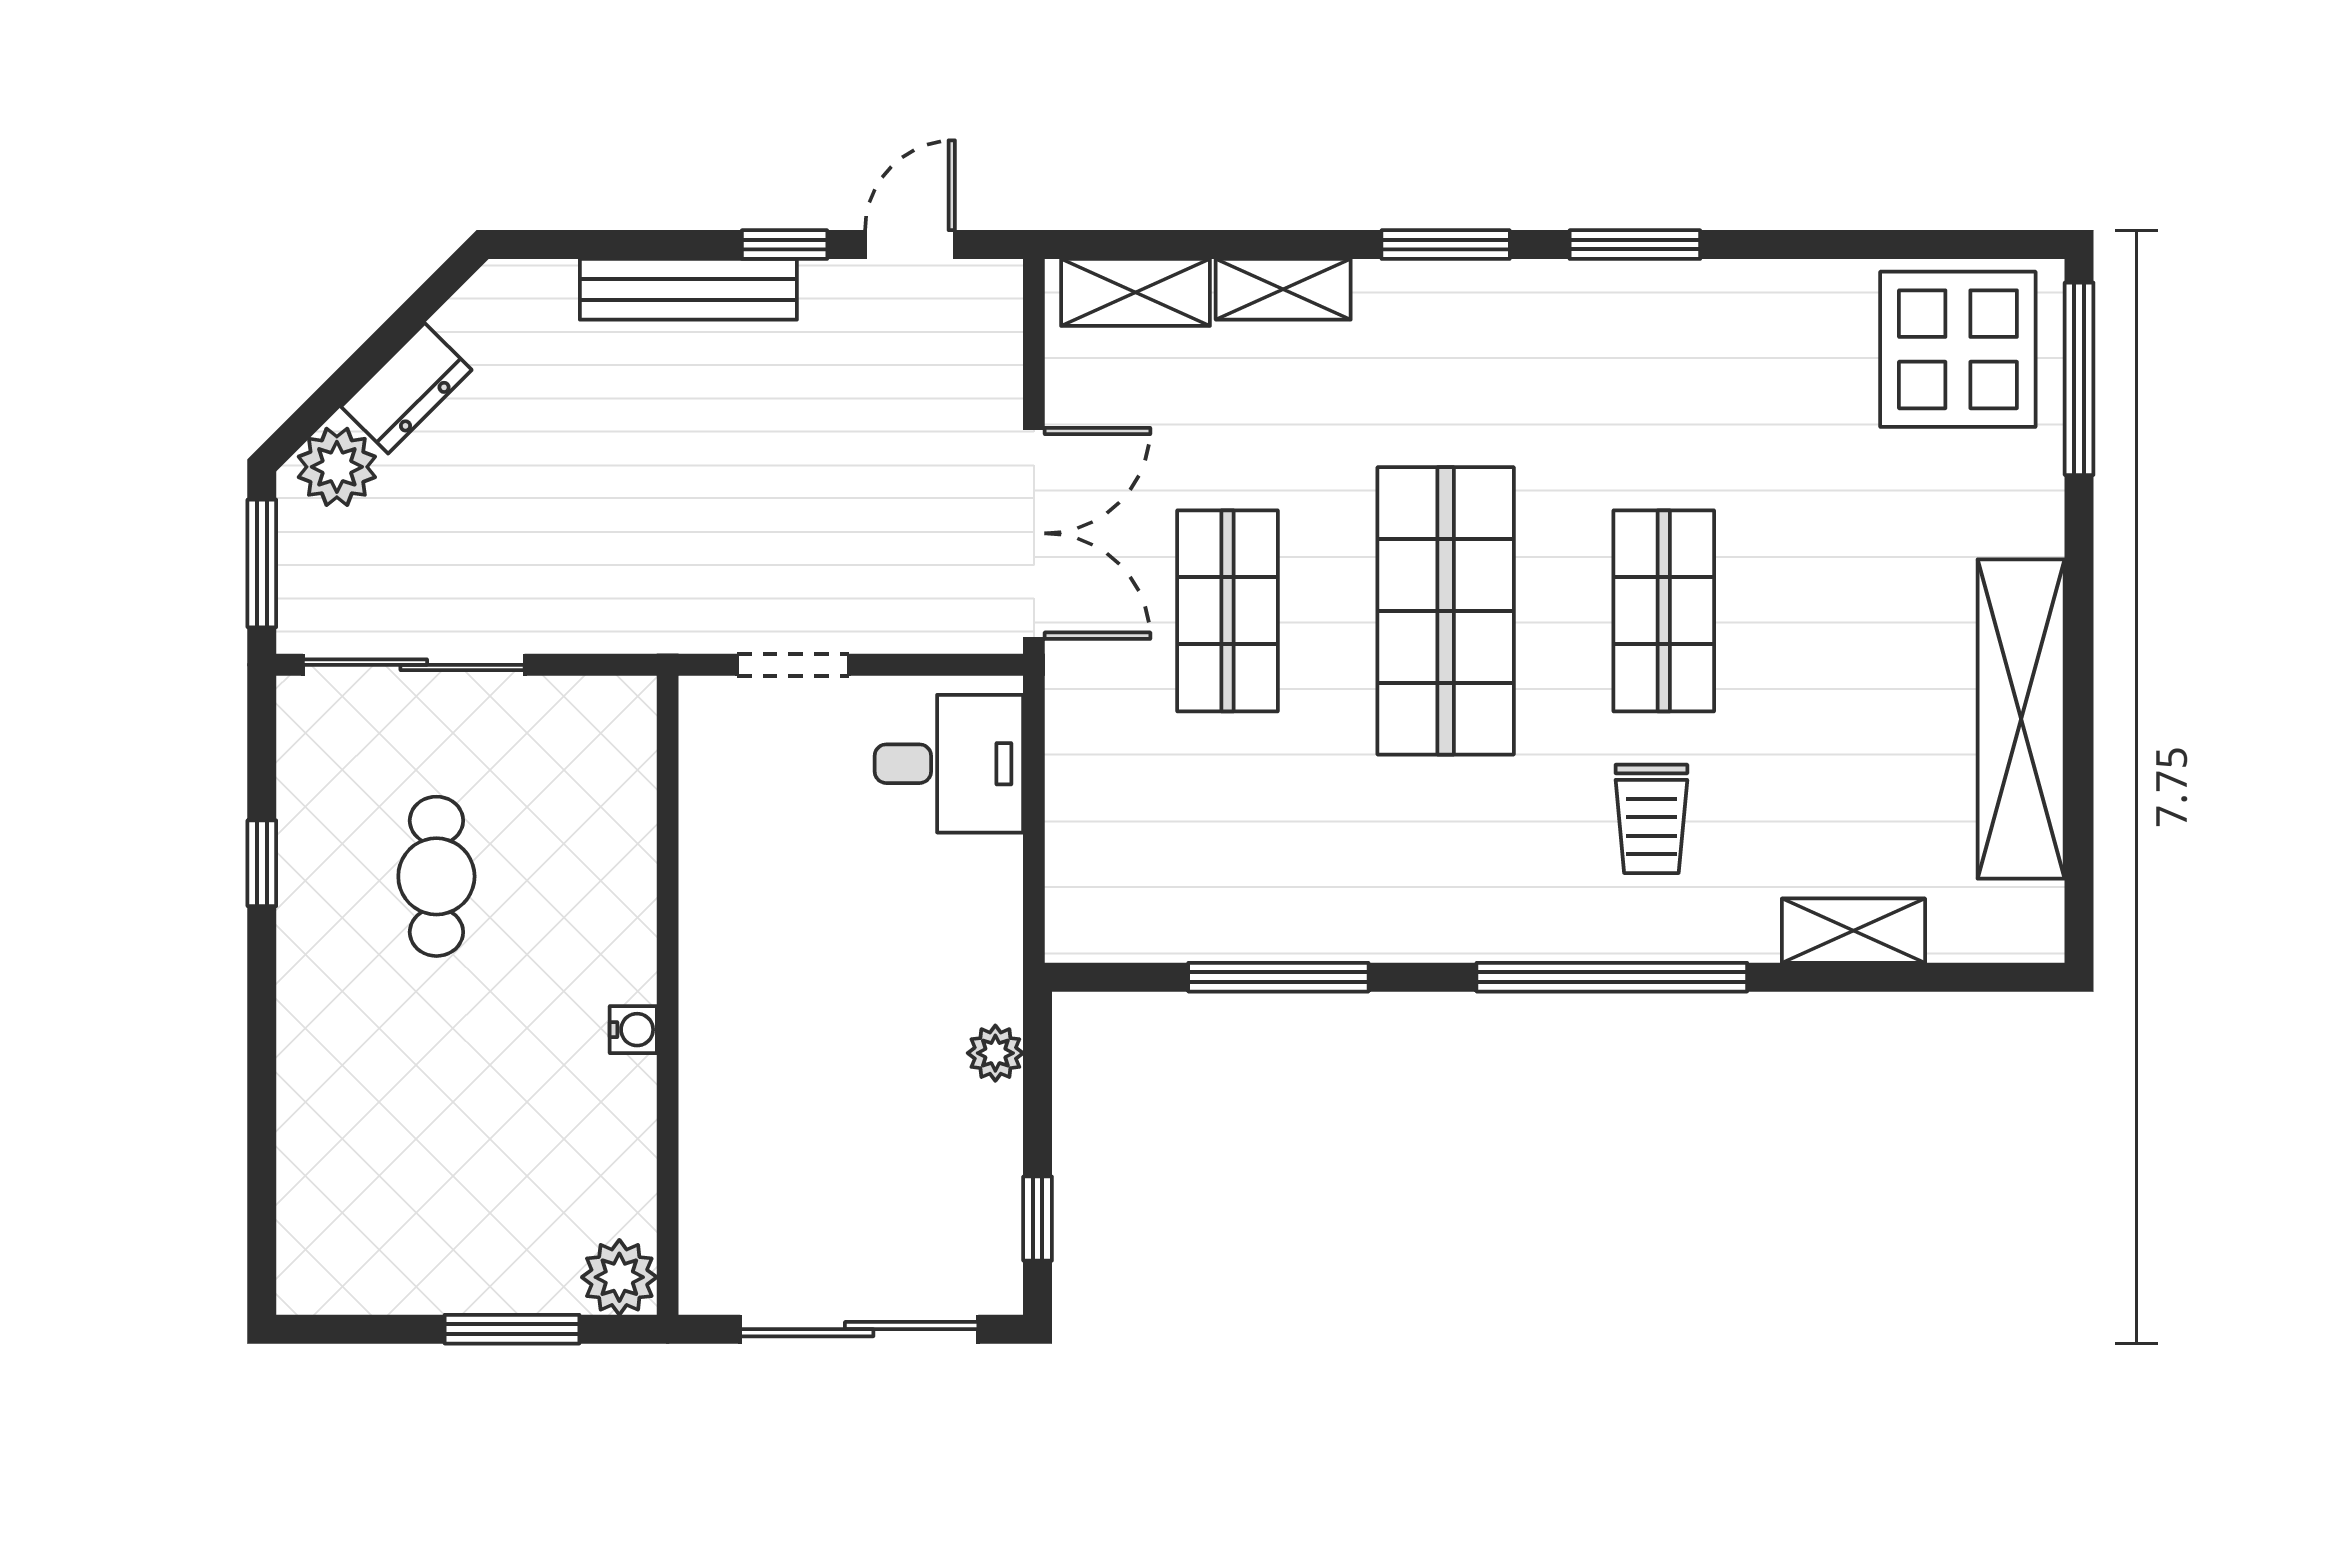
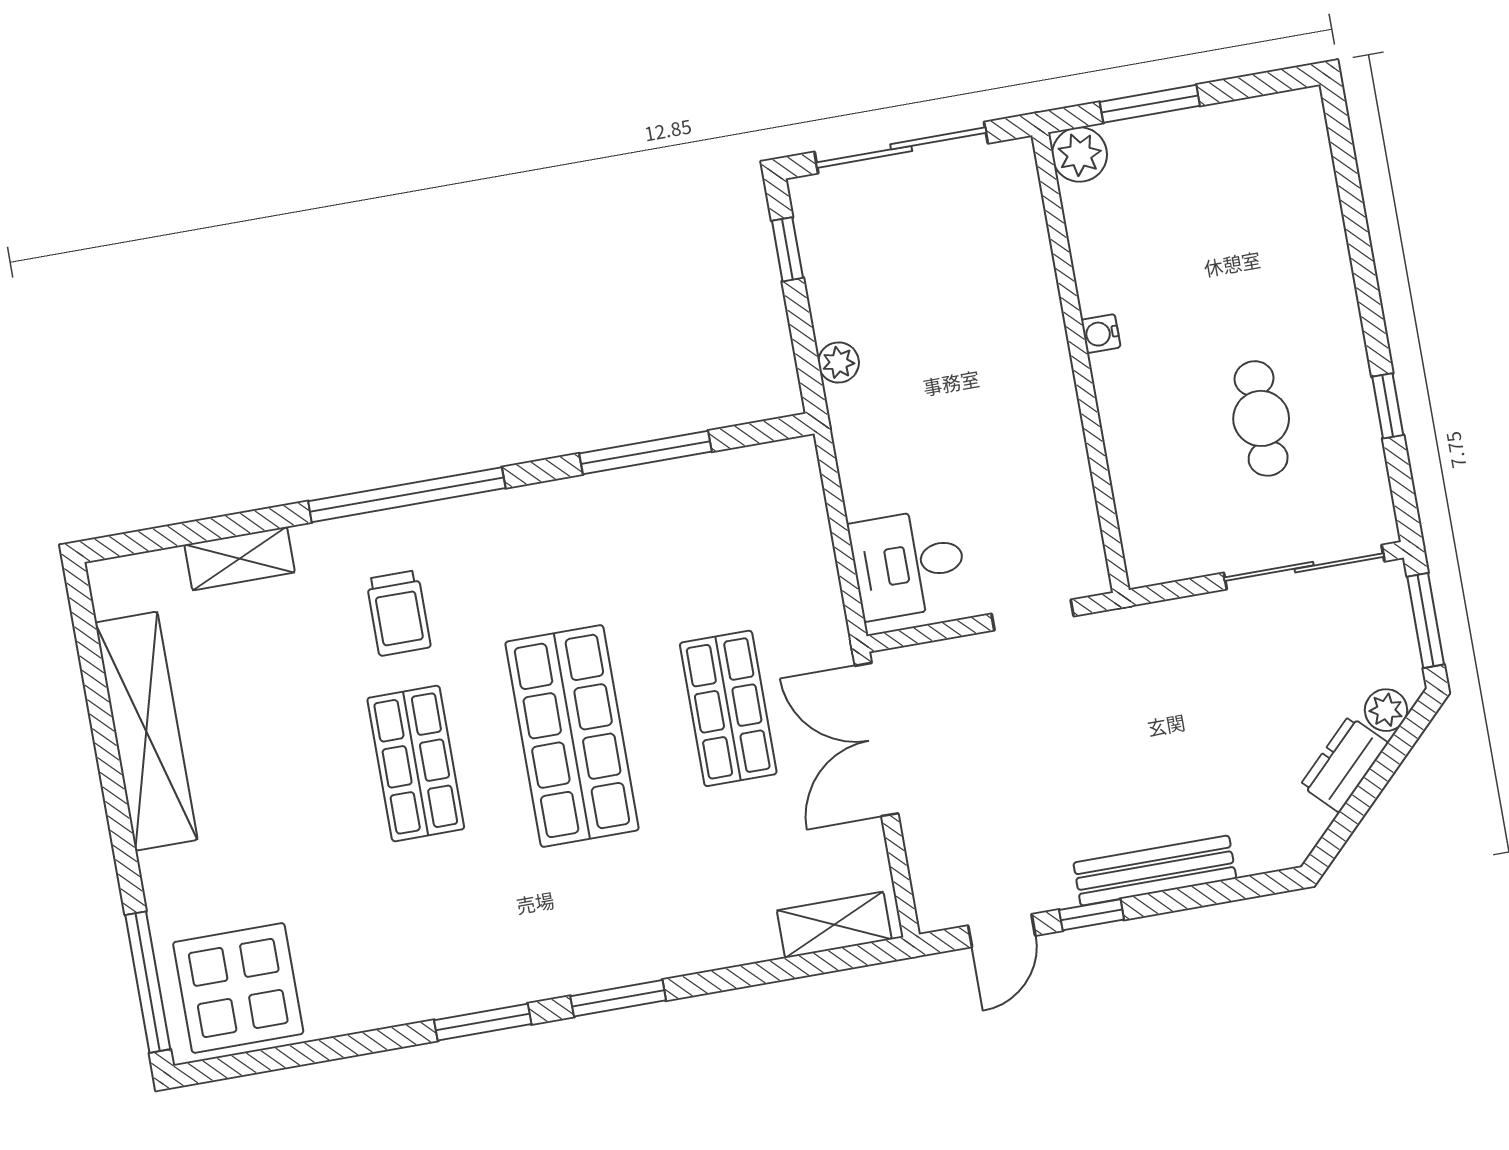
shelving: (1283, 289) -> (729, 946), removed
plant: (337, 467) -> (1386, 710), width x0.73, depth x0.73
trolley: (1651, 819) -> (398, 613), turned 180

